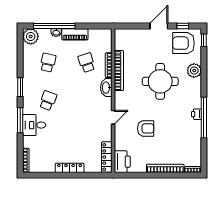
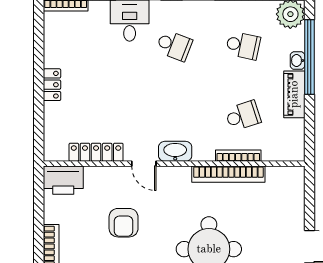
washbasin: (106, 88) -> (175, 151), moved
locker: (107, 157) -> (96, 152), moved
locker: (70, 168) -> (52, 85), width x0.66

